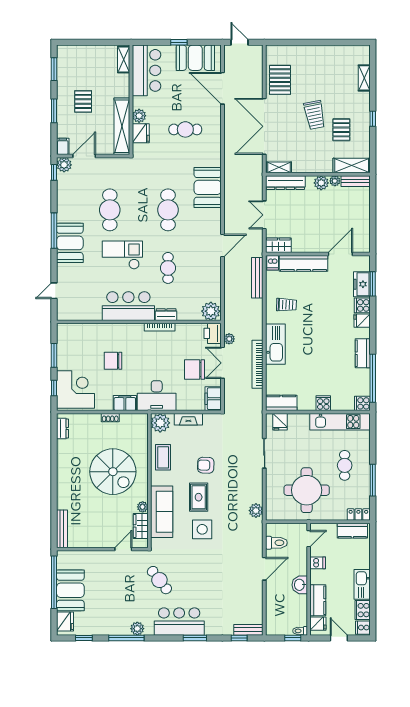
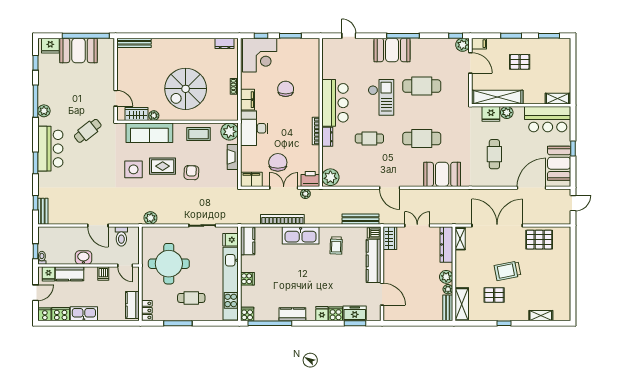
kitchen unit: (340, 422) -> (231, 284), width x1.36

